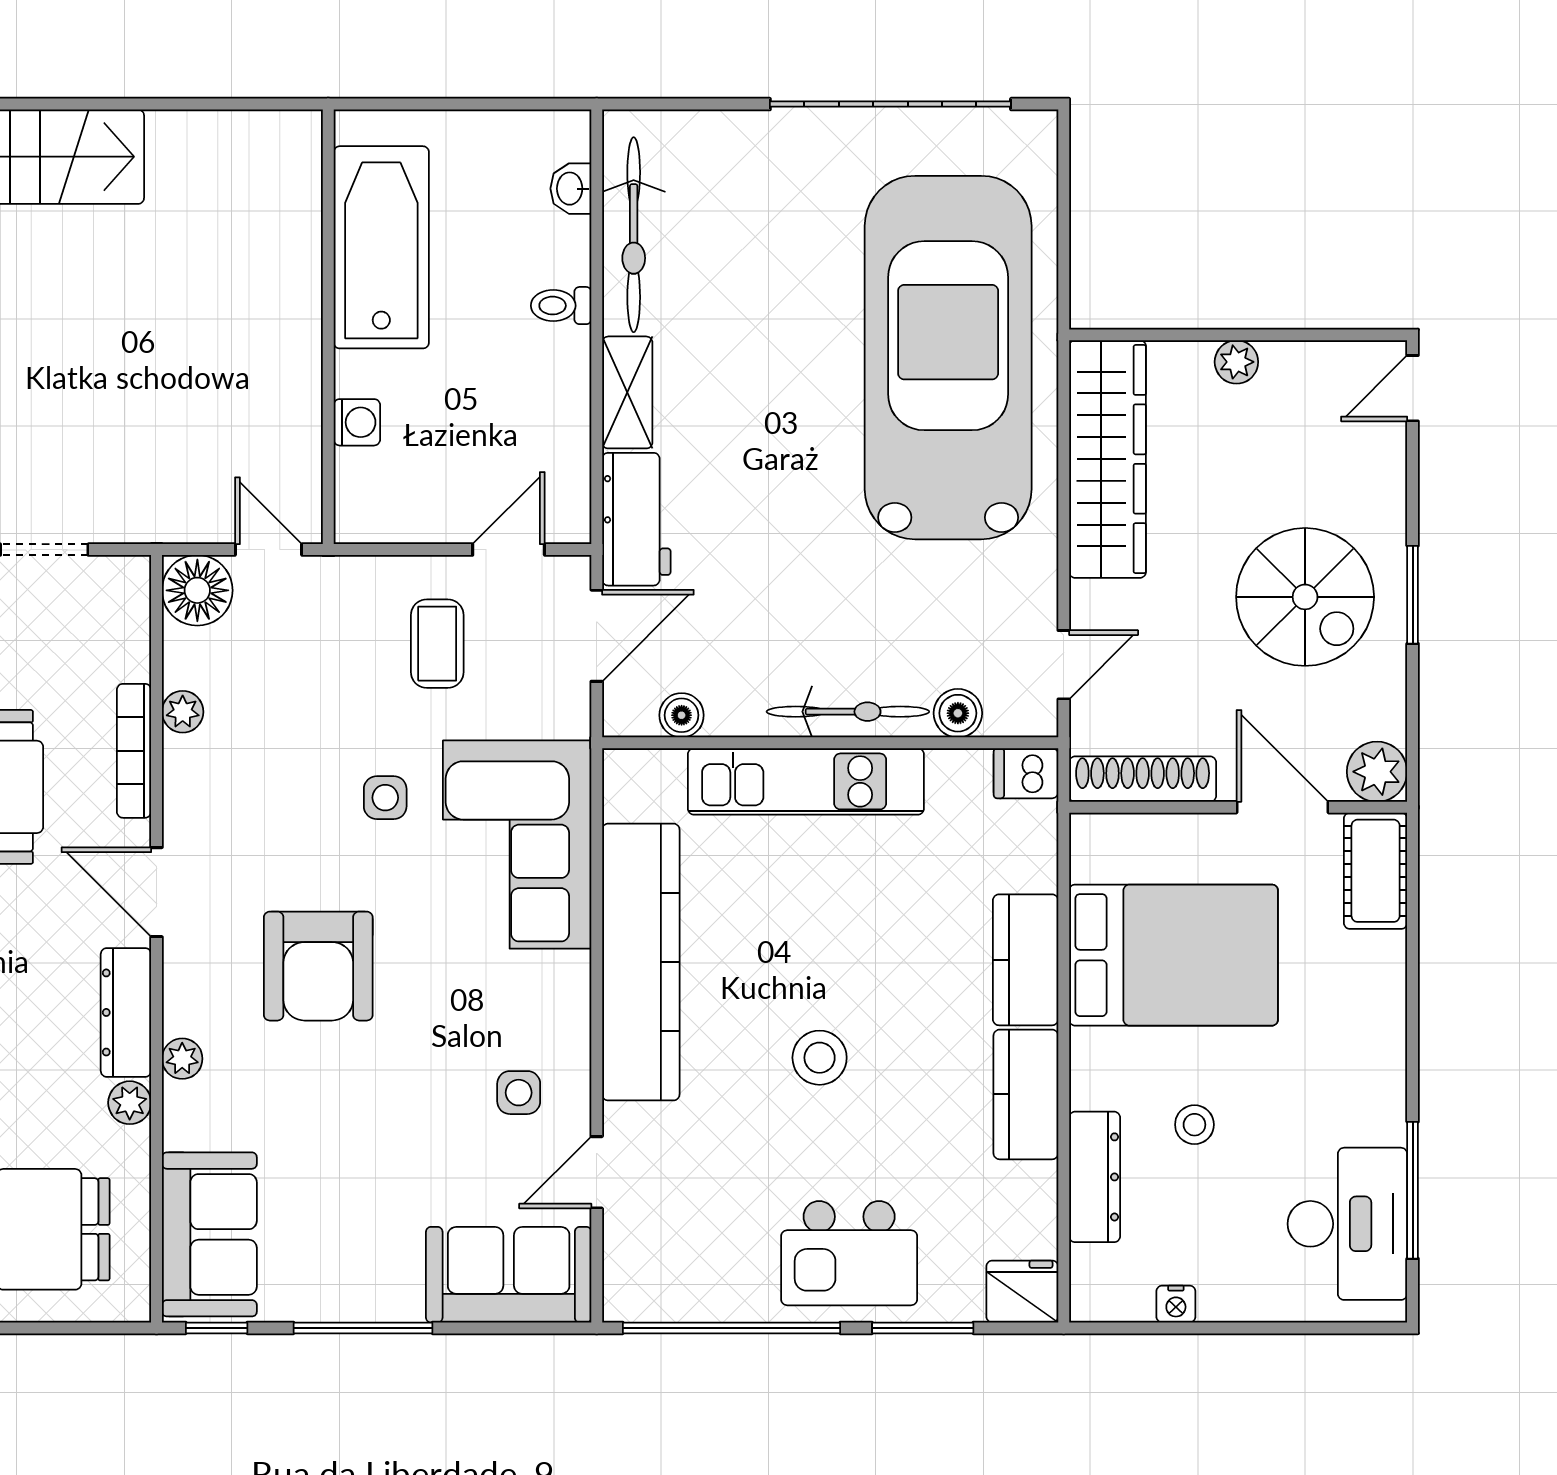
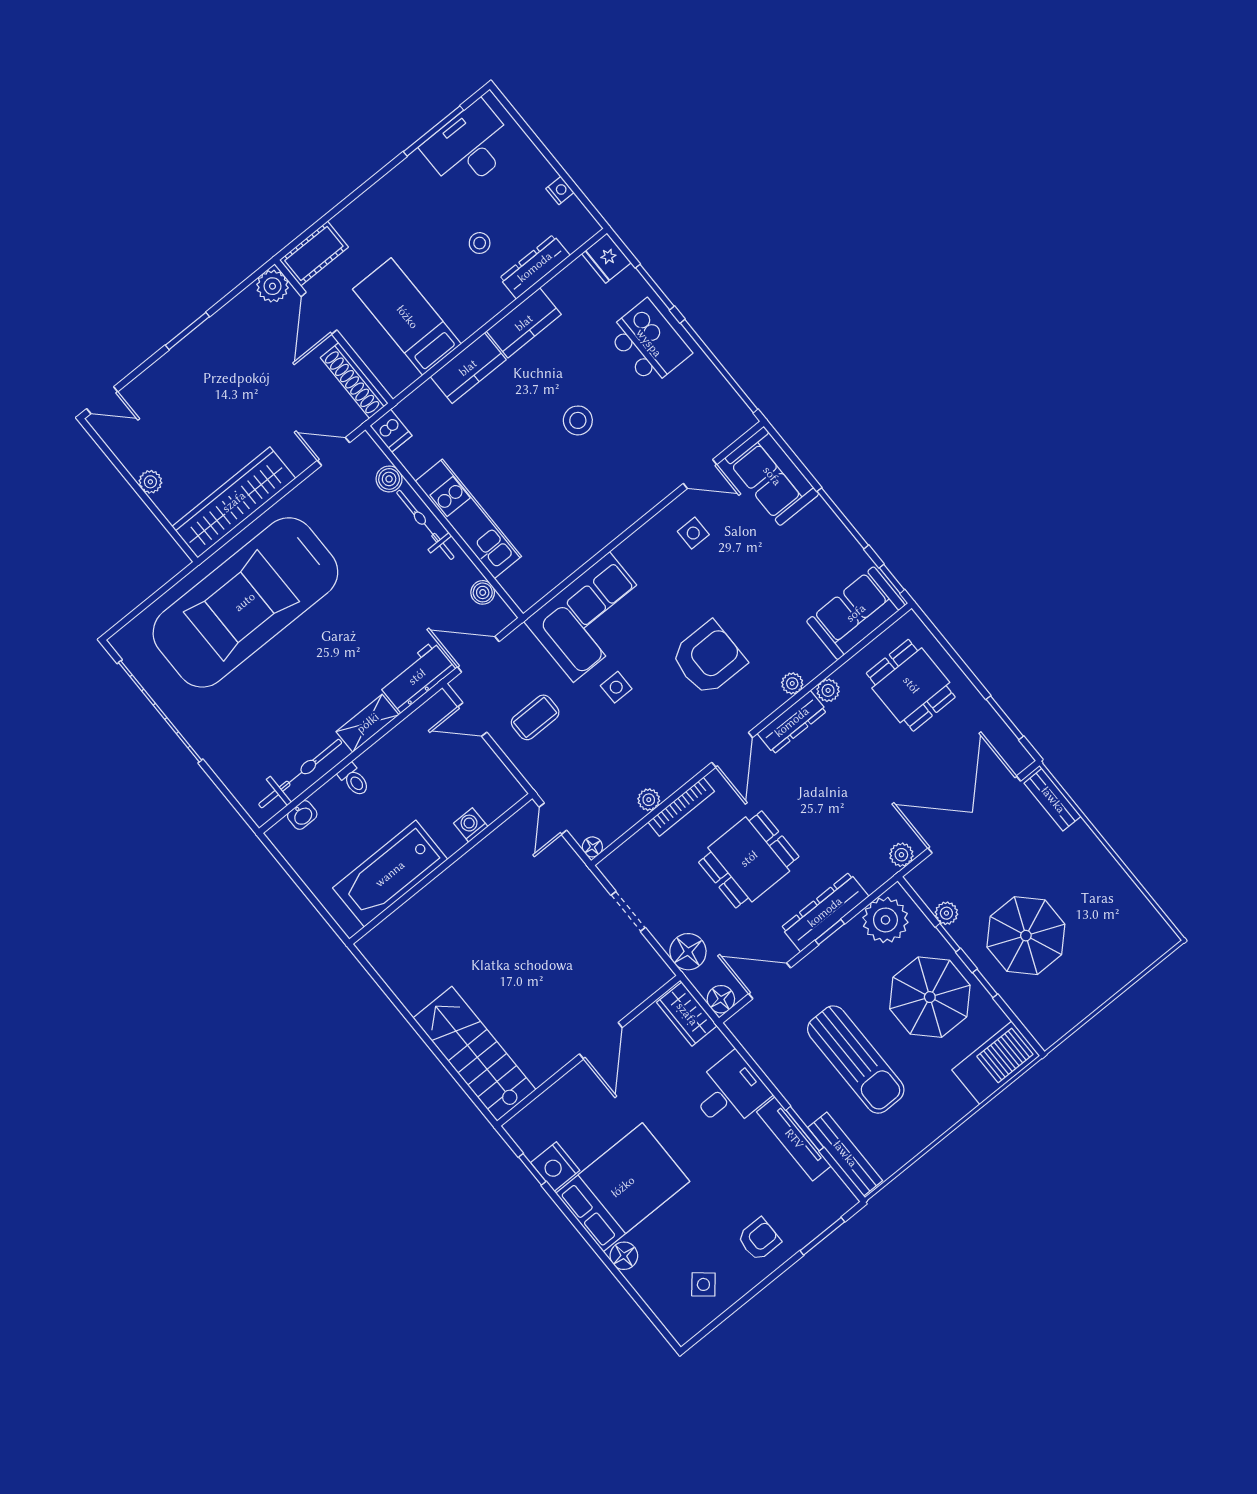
floor lamp: (197, 590) -> (592, 847), width x0.53, depth x0.53
spiral stairs: (1305, 597) -> (224, 375), removed
bed: (1174, 955) -> (407, 317), width x0.67
kitchen counter: (641, 962) -> (598, 526), removed

